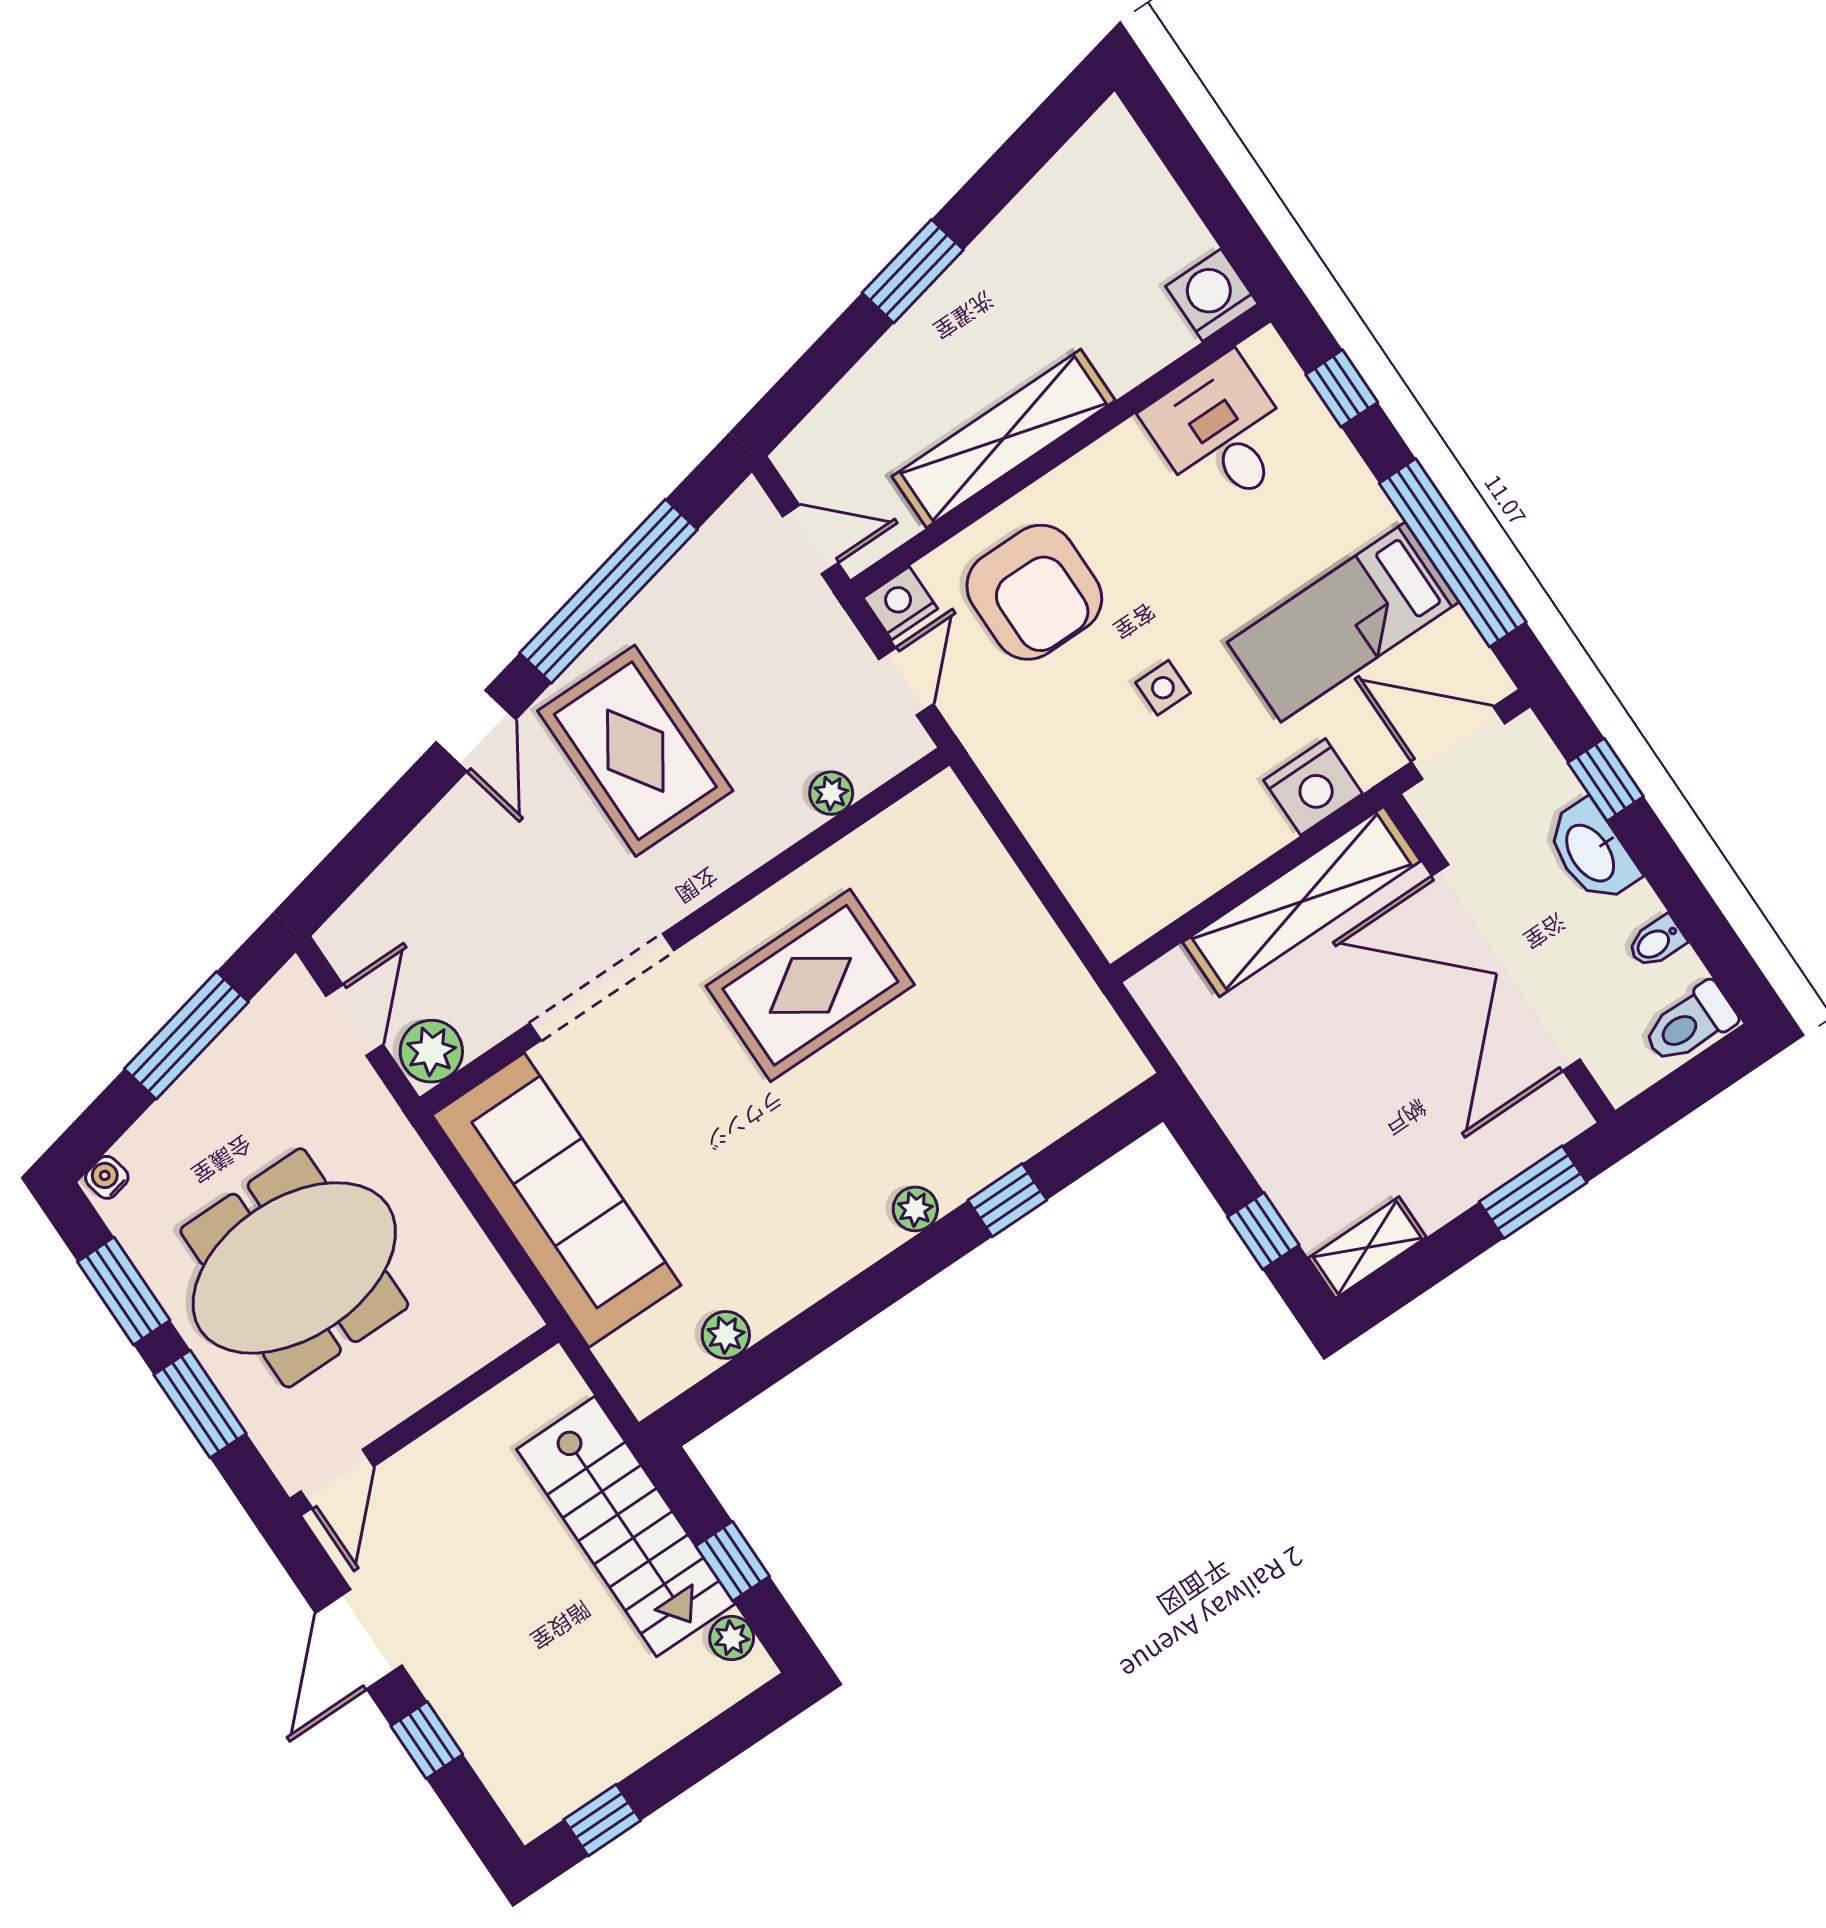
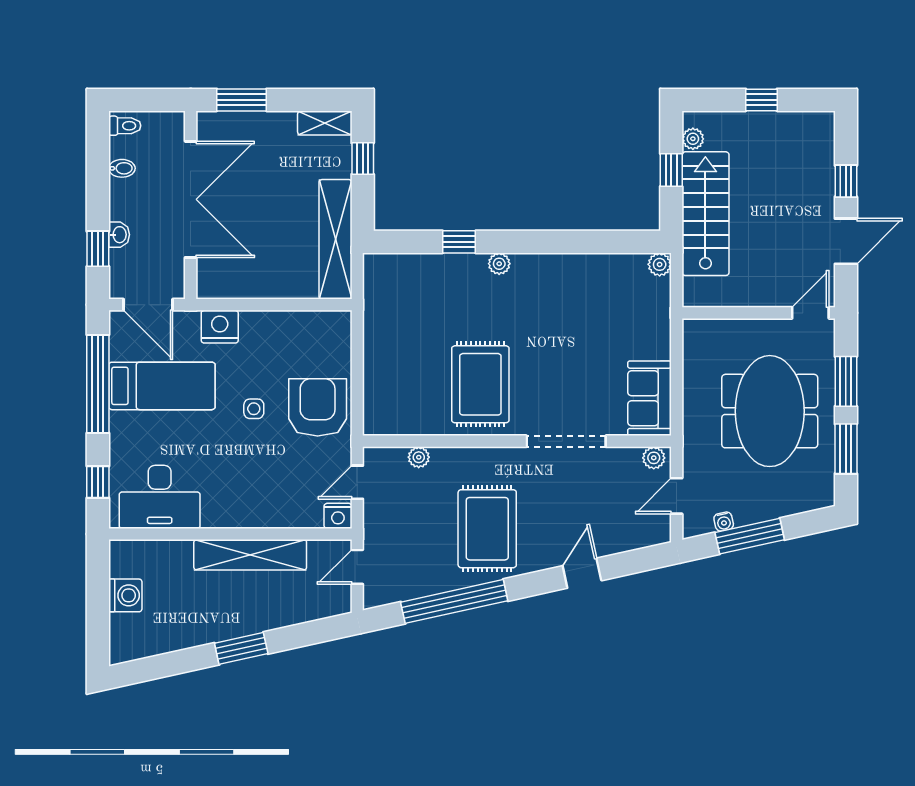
washing machine: (1212, 295) -> (125, 595), moved, turned -90
desk: (1221, 433) -> (160, 497), width x1.37
door: (810, 539) -> (357, 567), hinge flipped
armchair: (1034, 592) -> (318, 407), moved
door: (476, 731) -> (582, 573), moved
washbasin: (1592, 852) -> (119, 235), width x0.52, depth x0.69
shelving: (1302, 902) -> (335, 239), moved, turned 90
rug: (810, 985) -> (480, 384), turned 90
toilet: (1690, 1024) -> (125, 126), width x0.73, depth x0.72
plant: (431, 1051) -> (654, 458), width x0.73, depth x0.73
water cooler: (107, 1177) -> (724, 522), moved
sofa: (556, 1200) -> (650, 398), width x0.54, depth x0.79
meeting table: (294, 1268) -> (770, 411), turned 90
plant: (726, 1335) -> (660, 264), moved
window: (602, 1820) -> (761, 100), moved

